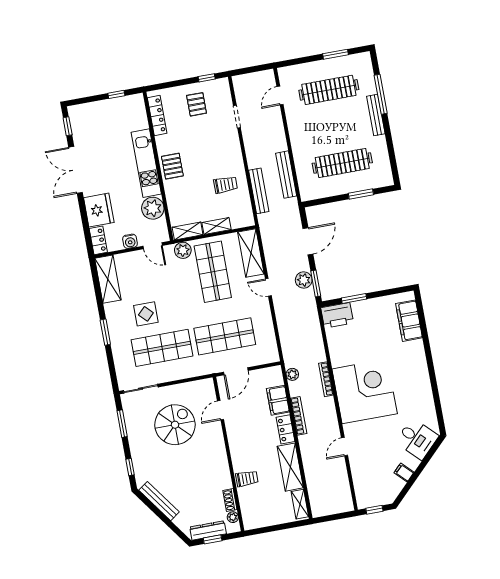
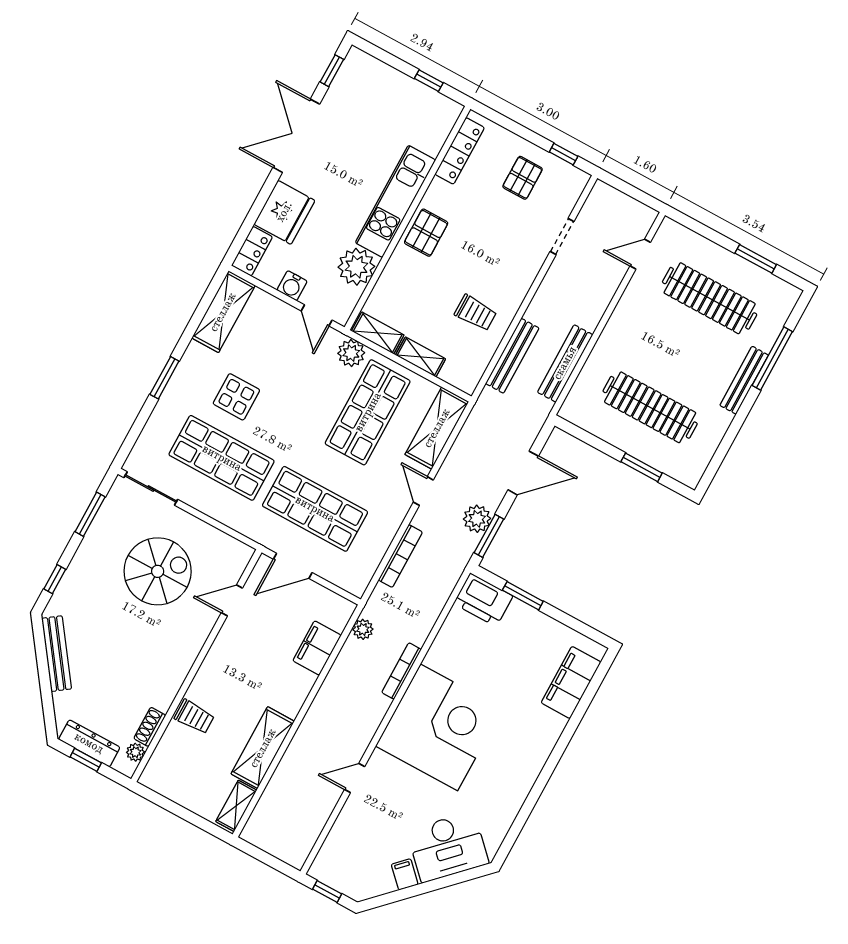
bookcase: (299, 416) -> (400, 556), moved
locker: (286, 429) -> (296, 694), removed
desk: (417, 439) -> (448, 847), width x1.37

